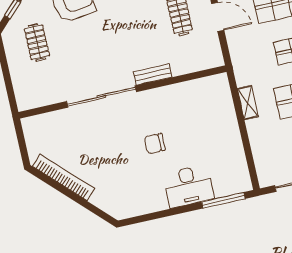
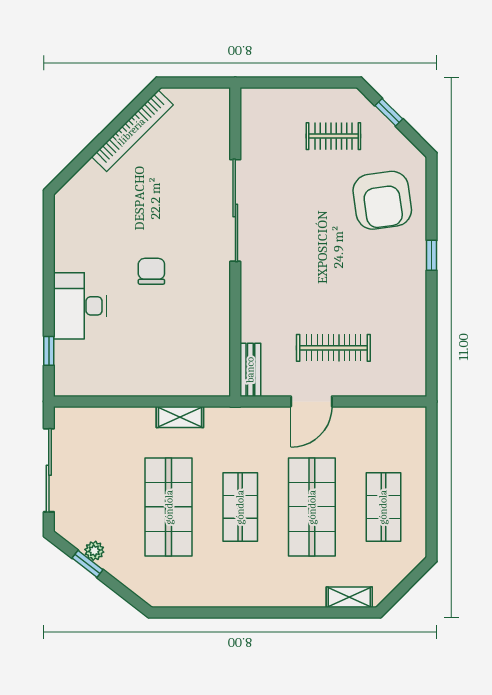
bench: (153, 75) -> (250, 370), moved
window: (223, 200) -> (49, 351), width x0.46

